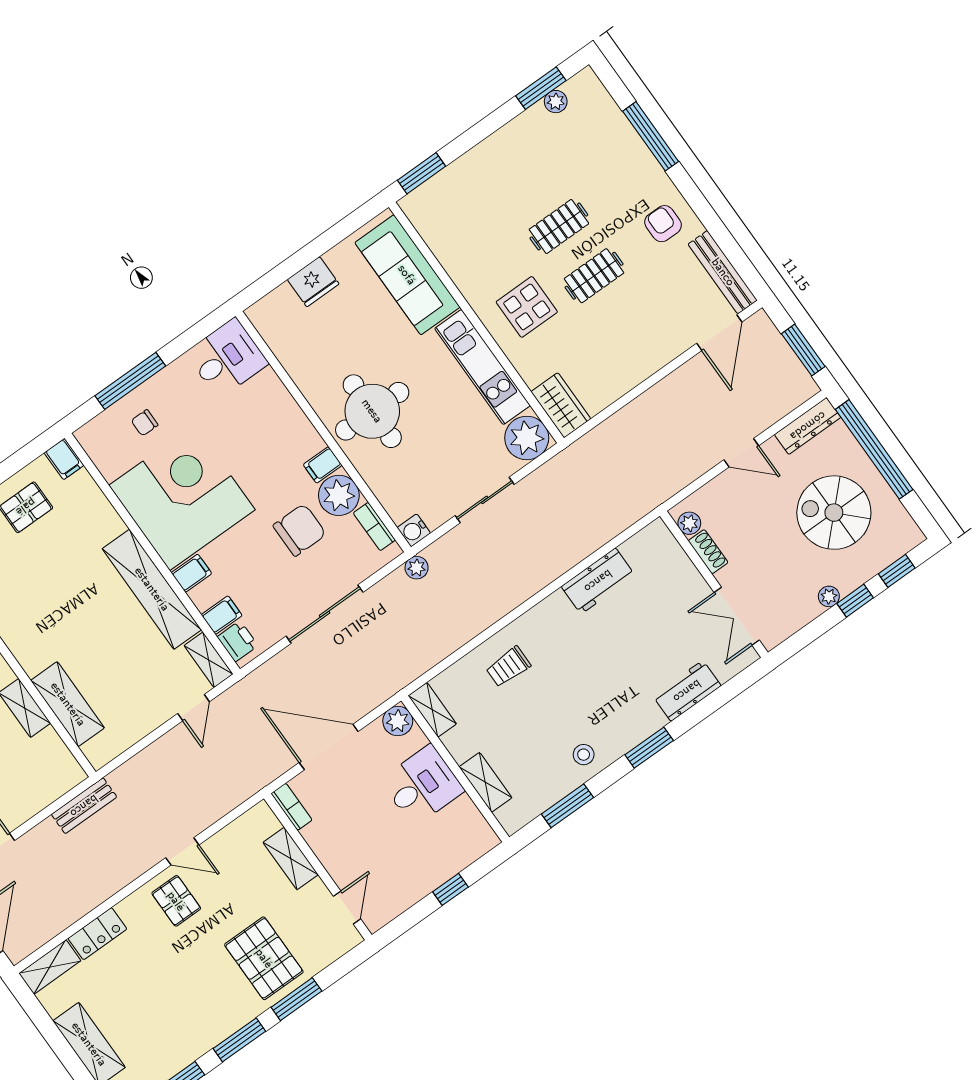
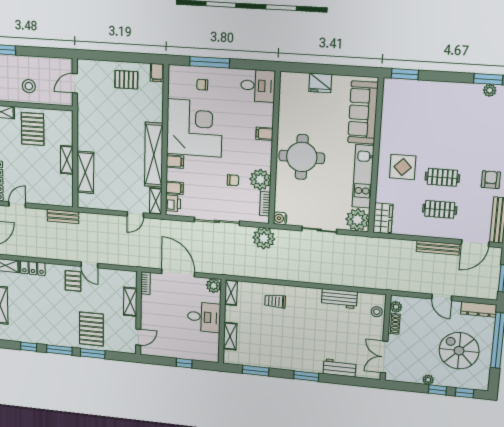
clothes rail: (559, 226) -> (440, 209), moved
bench: (674, 383) -> (438, 248), added
filing cabinet: (323, 465) -> (265, 134), moved
chair: (300, 530) -> (233, 180), width x0.54, depth x0.54
plant: (417, 568) -> (264, 238), width x1.87, depth x1.87
stool: (584, 755) -> (377, 312), moved

